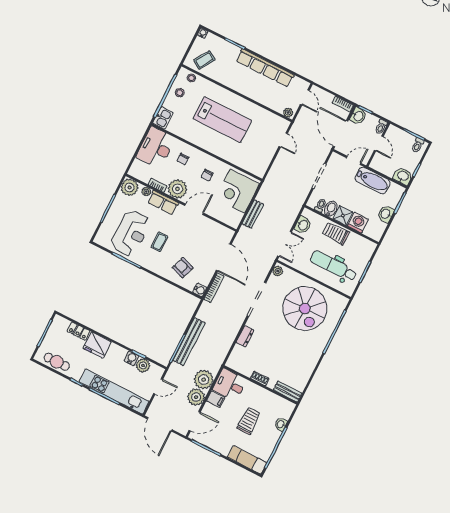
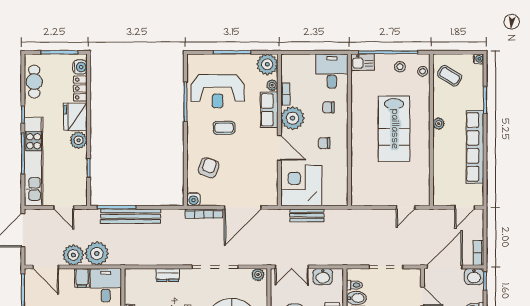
plant: (288, 113) -> (439, 124), moved
desk: (156, 148) -> (332, 71), width x0.73
corner desk: (237, 191) -> (301, 185), moved
water cooler: (131, 358) -> (80, 67), moved
plant: (143, 365) -> (79, 140), moved

